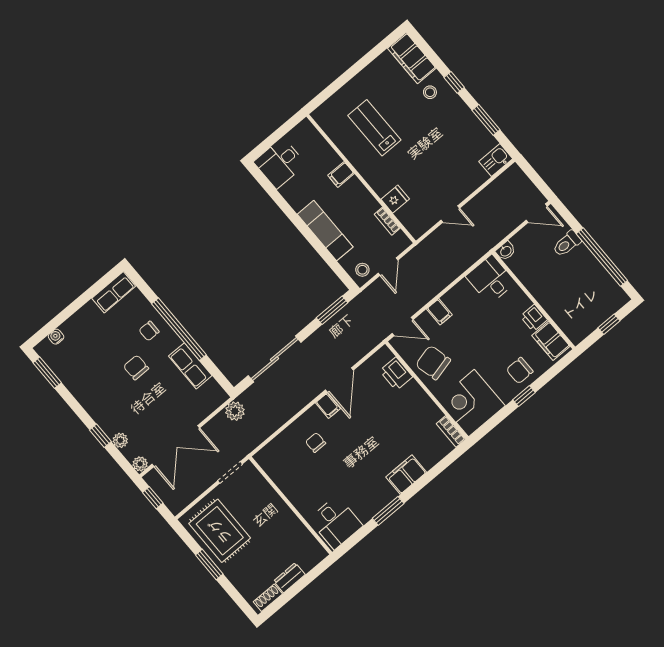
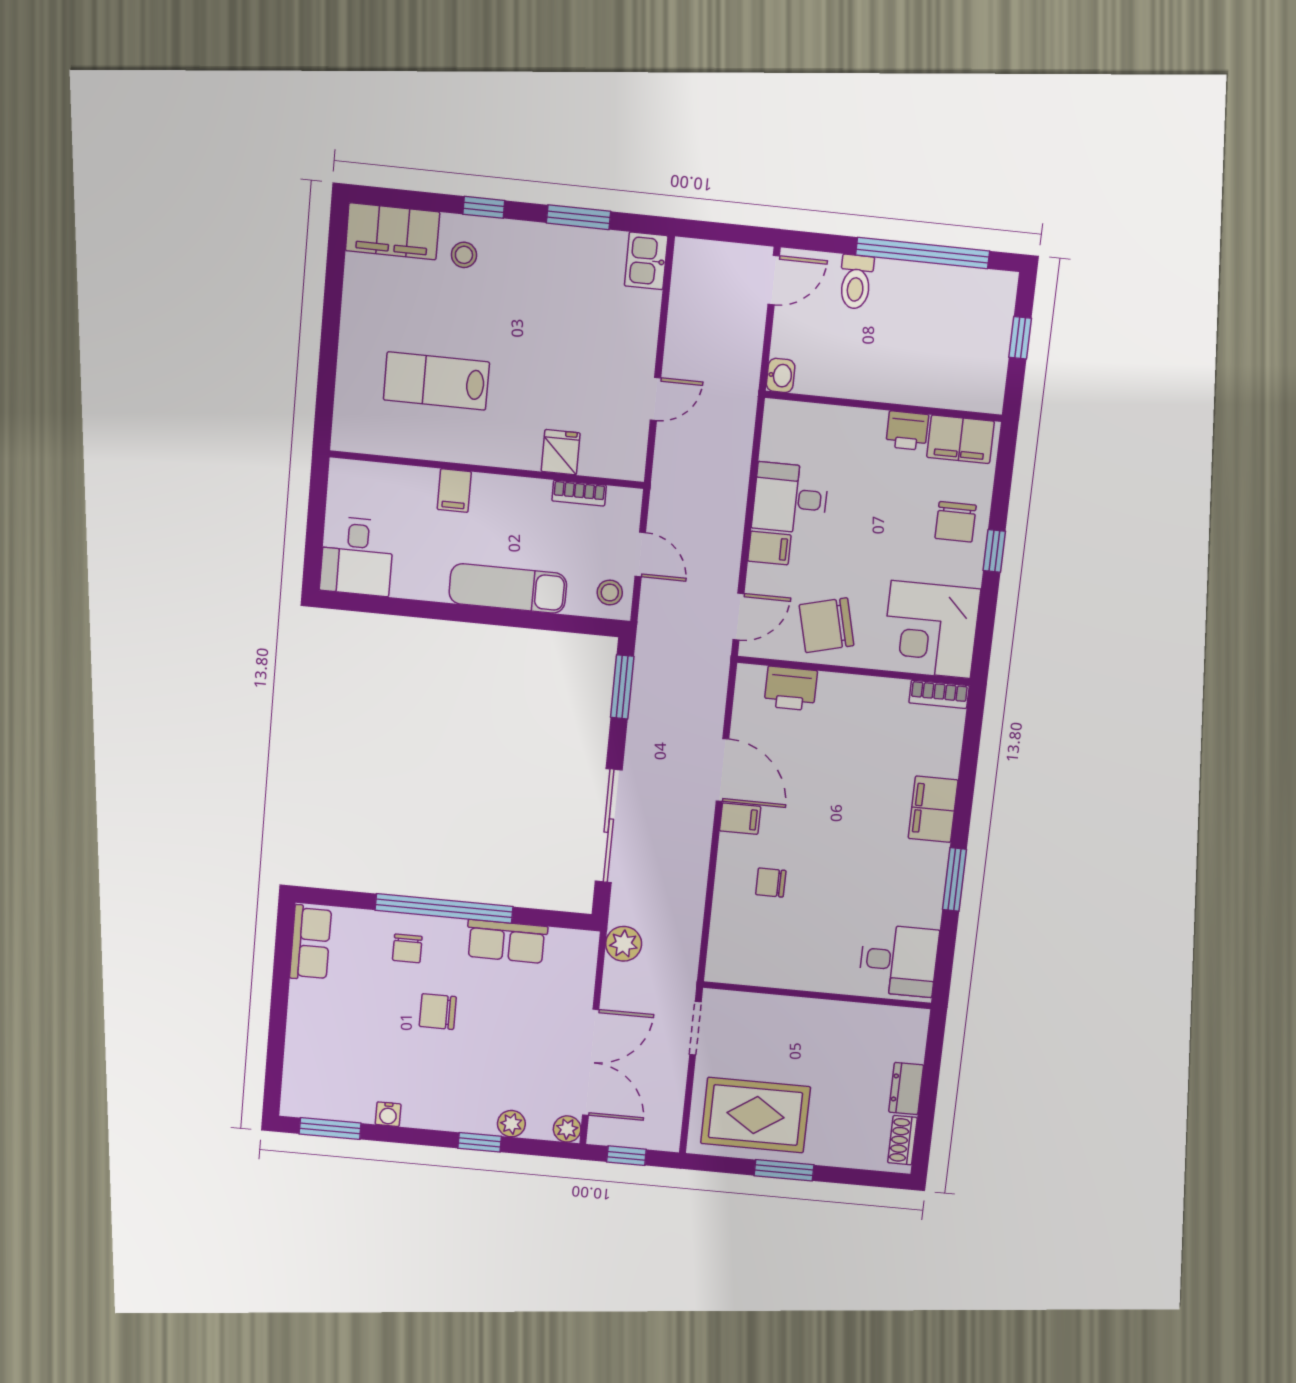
desk: (491, 279) -> (790, 498), moved
water cooler: (56, 337) -> (388, 1114), moved, turned -90

